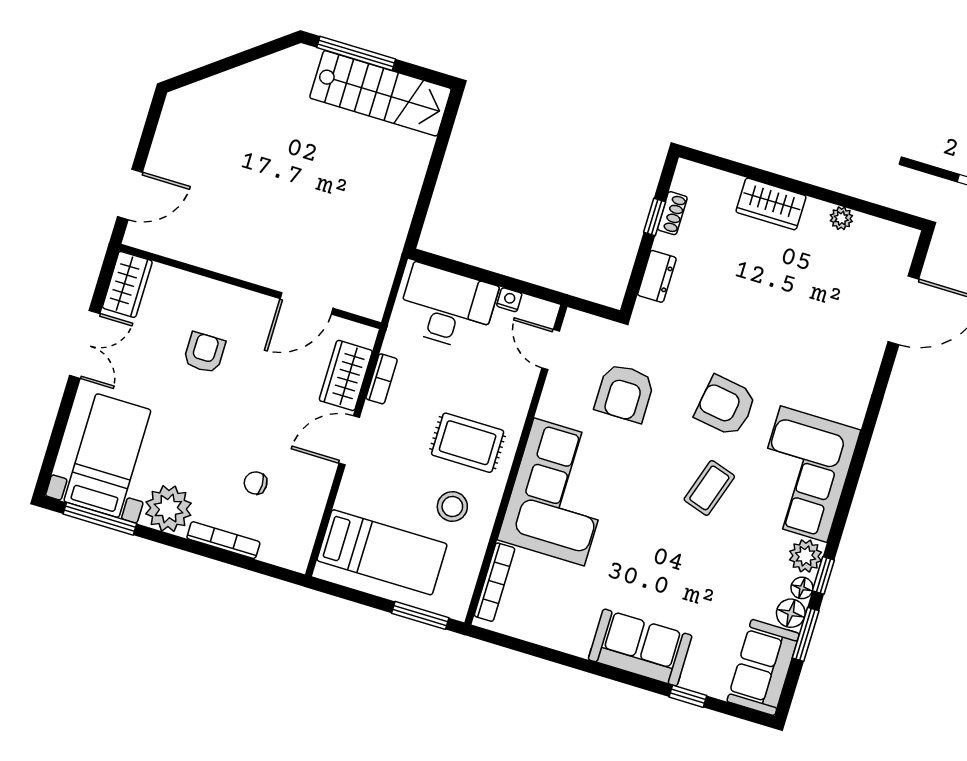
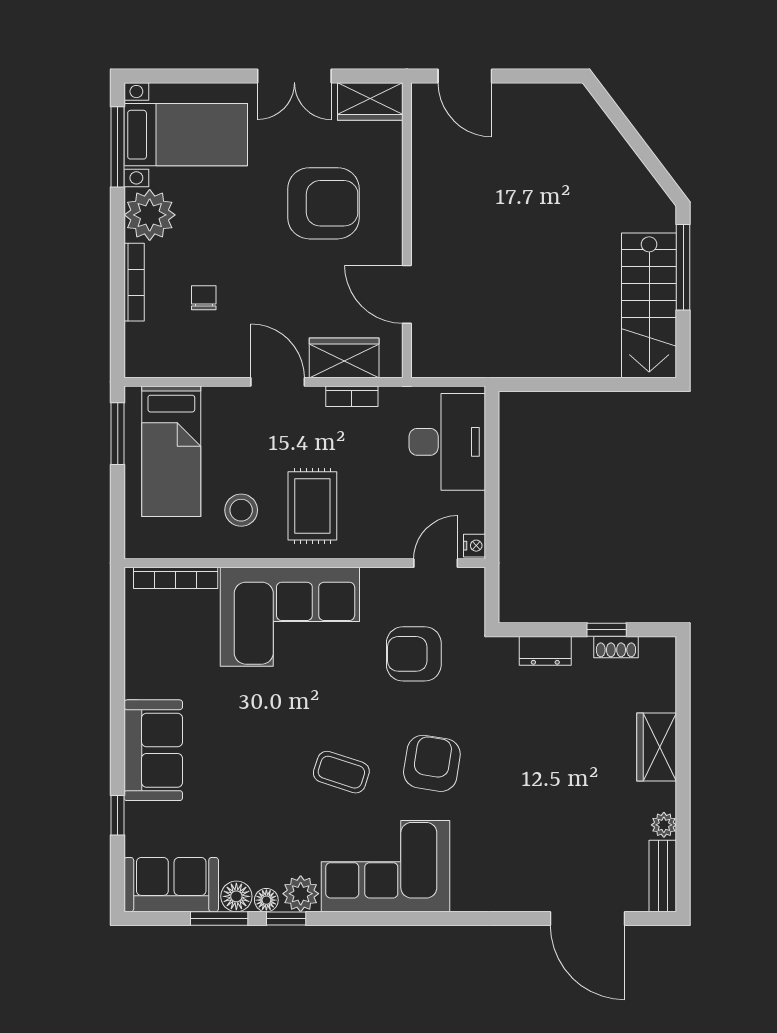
bench: (886, 233) -> (663, 876), added
nightstand: (509, 300) -> (474, 546), moved
armchair: (204, 353) -> (323, 203), width x1.88, depth x1.88
window: (420, 615) -> (118, 434), moved

